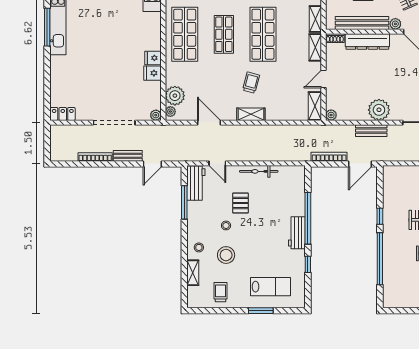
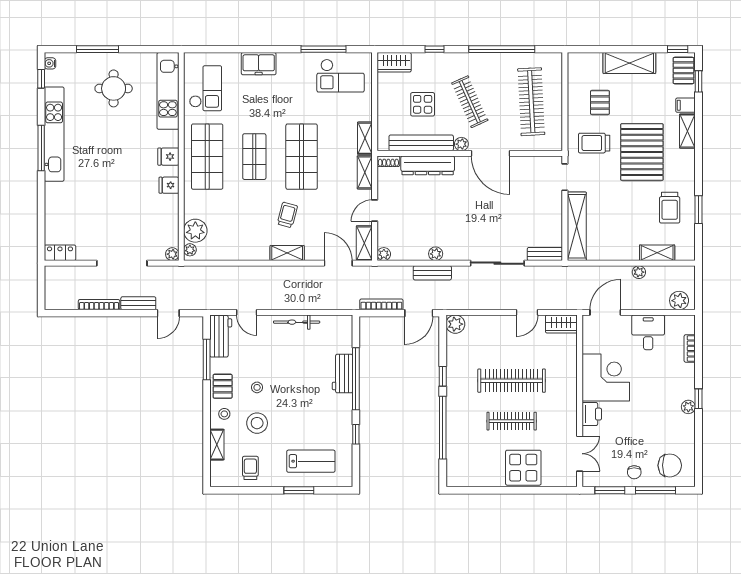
fridge: (153, 73) -> (168, 157), moved
plant: (379, 110) -> (436, 254), width x0.53, depth x0.53
door: (209, 123) -> (338, 263), moved
plant: (390, 173) -> (455, 324), added
pallet: (241, 203) -> (223, 386), moved
workbench: (297, 233) -> (343, 374), moved

